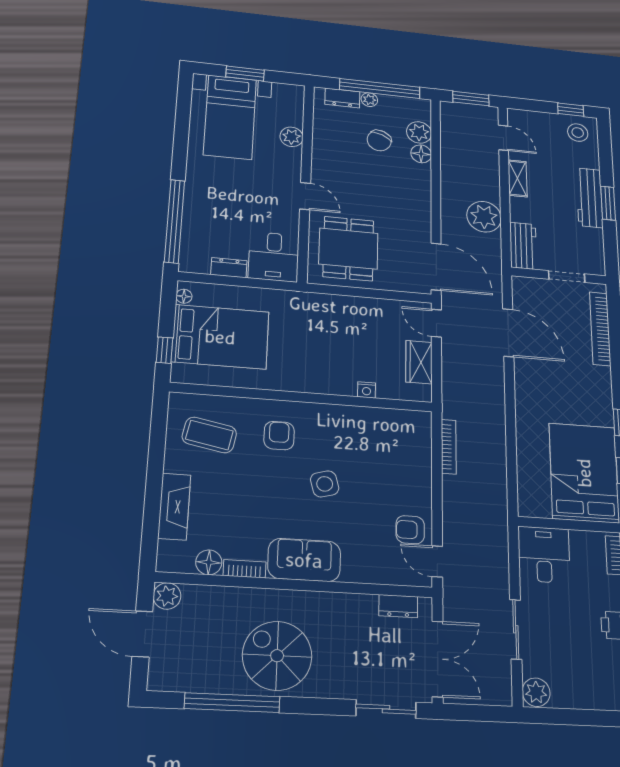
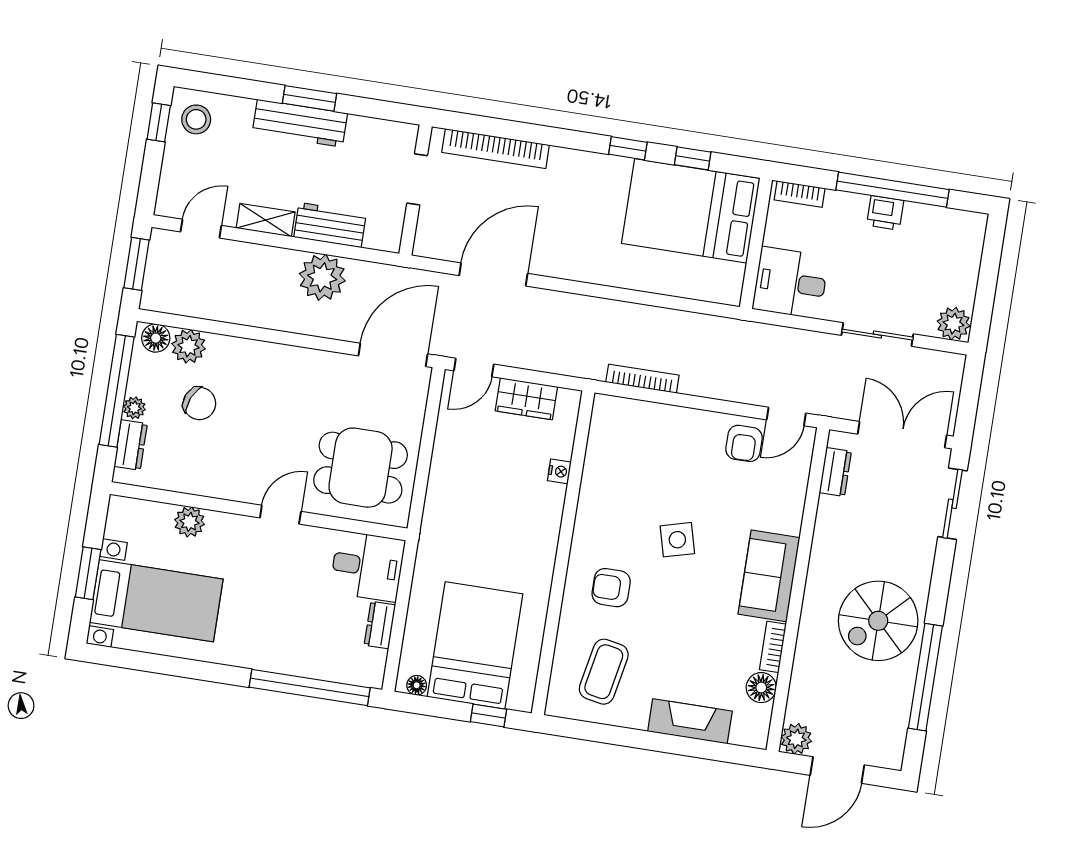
floor lamp: (421, 154) -> (156, 338), moved
workbench: (523, 246) -> (330, 225), moved

